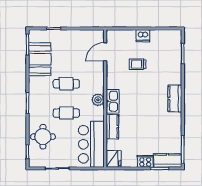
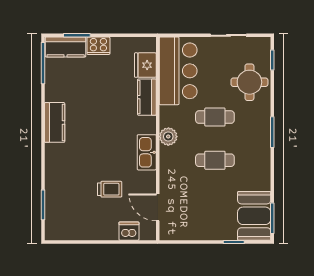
dishwasher: (143, 36) -> (129, 231), moved
door: (105, 52) -> (158, 207), swing flipped
booth: (40, 59) -> (254, 216), moved
kitchen counter: (175, 99) -> (55, 122), moved
kitchen sink: (113, 101) -> (147, 152), moved
fridge: (113, 159) -> (145, 65), moved

